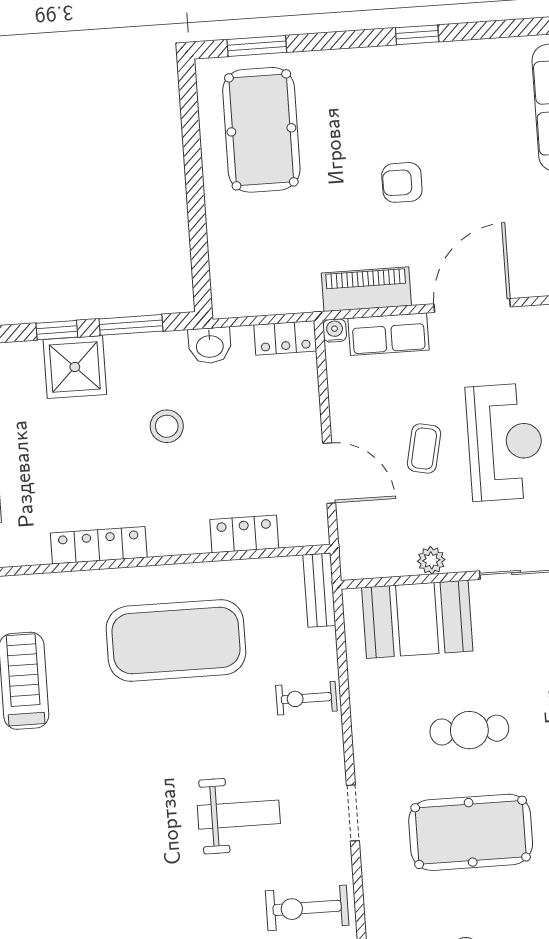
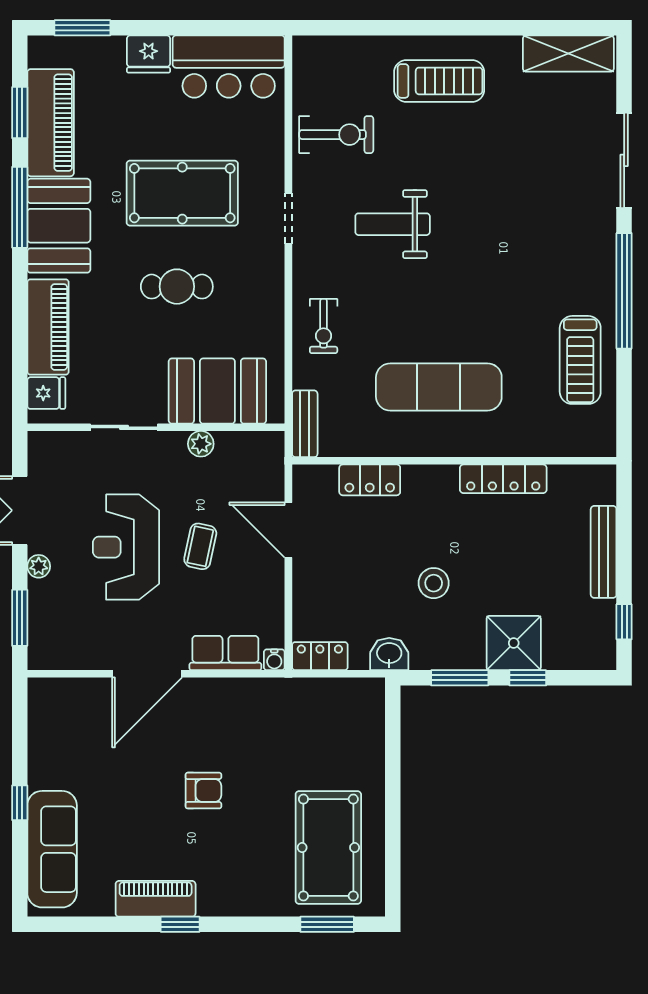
piano: (366, 289) -> (156, 899), moved, turned 180
exercise mat: (176, 640) -> (439, 387), width x0.68
exercise bike: (306, 698) -> (324, 326), turned 90

